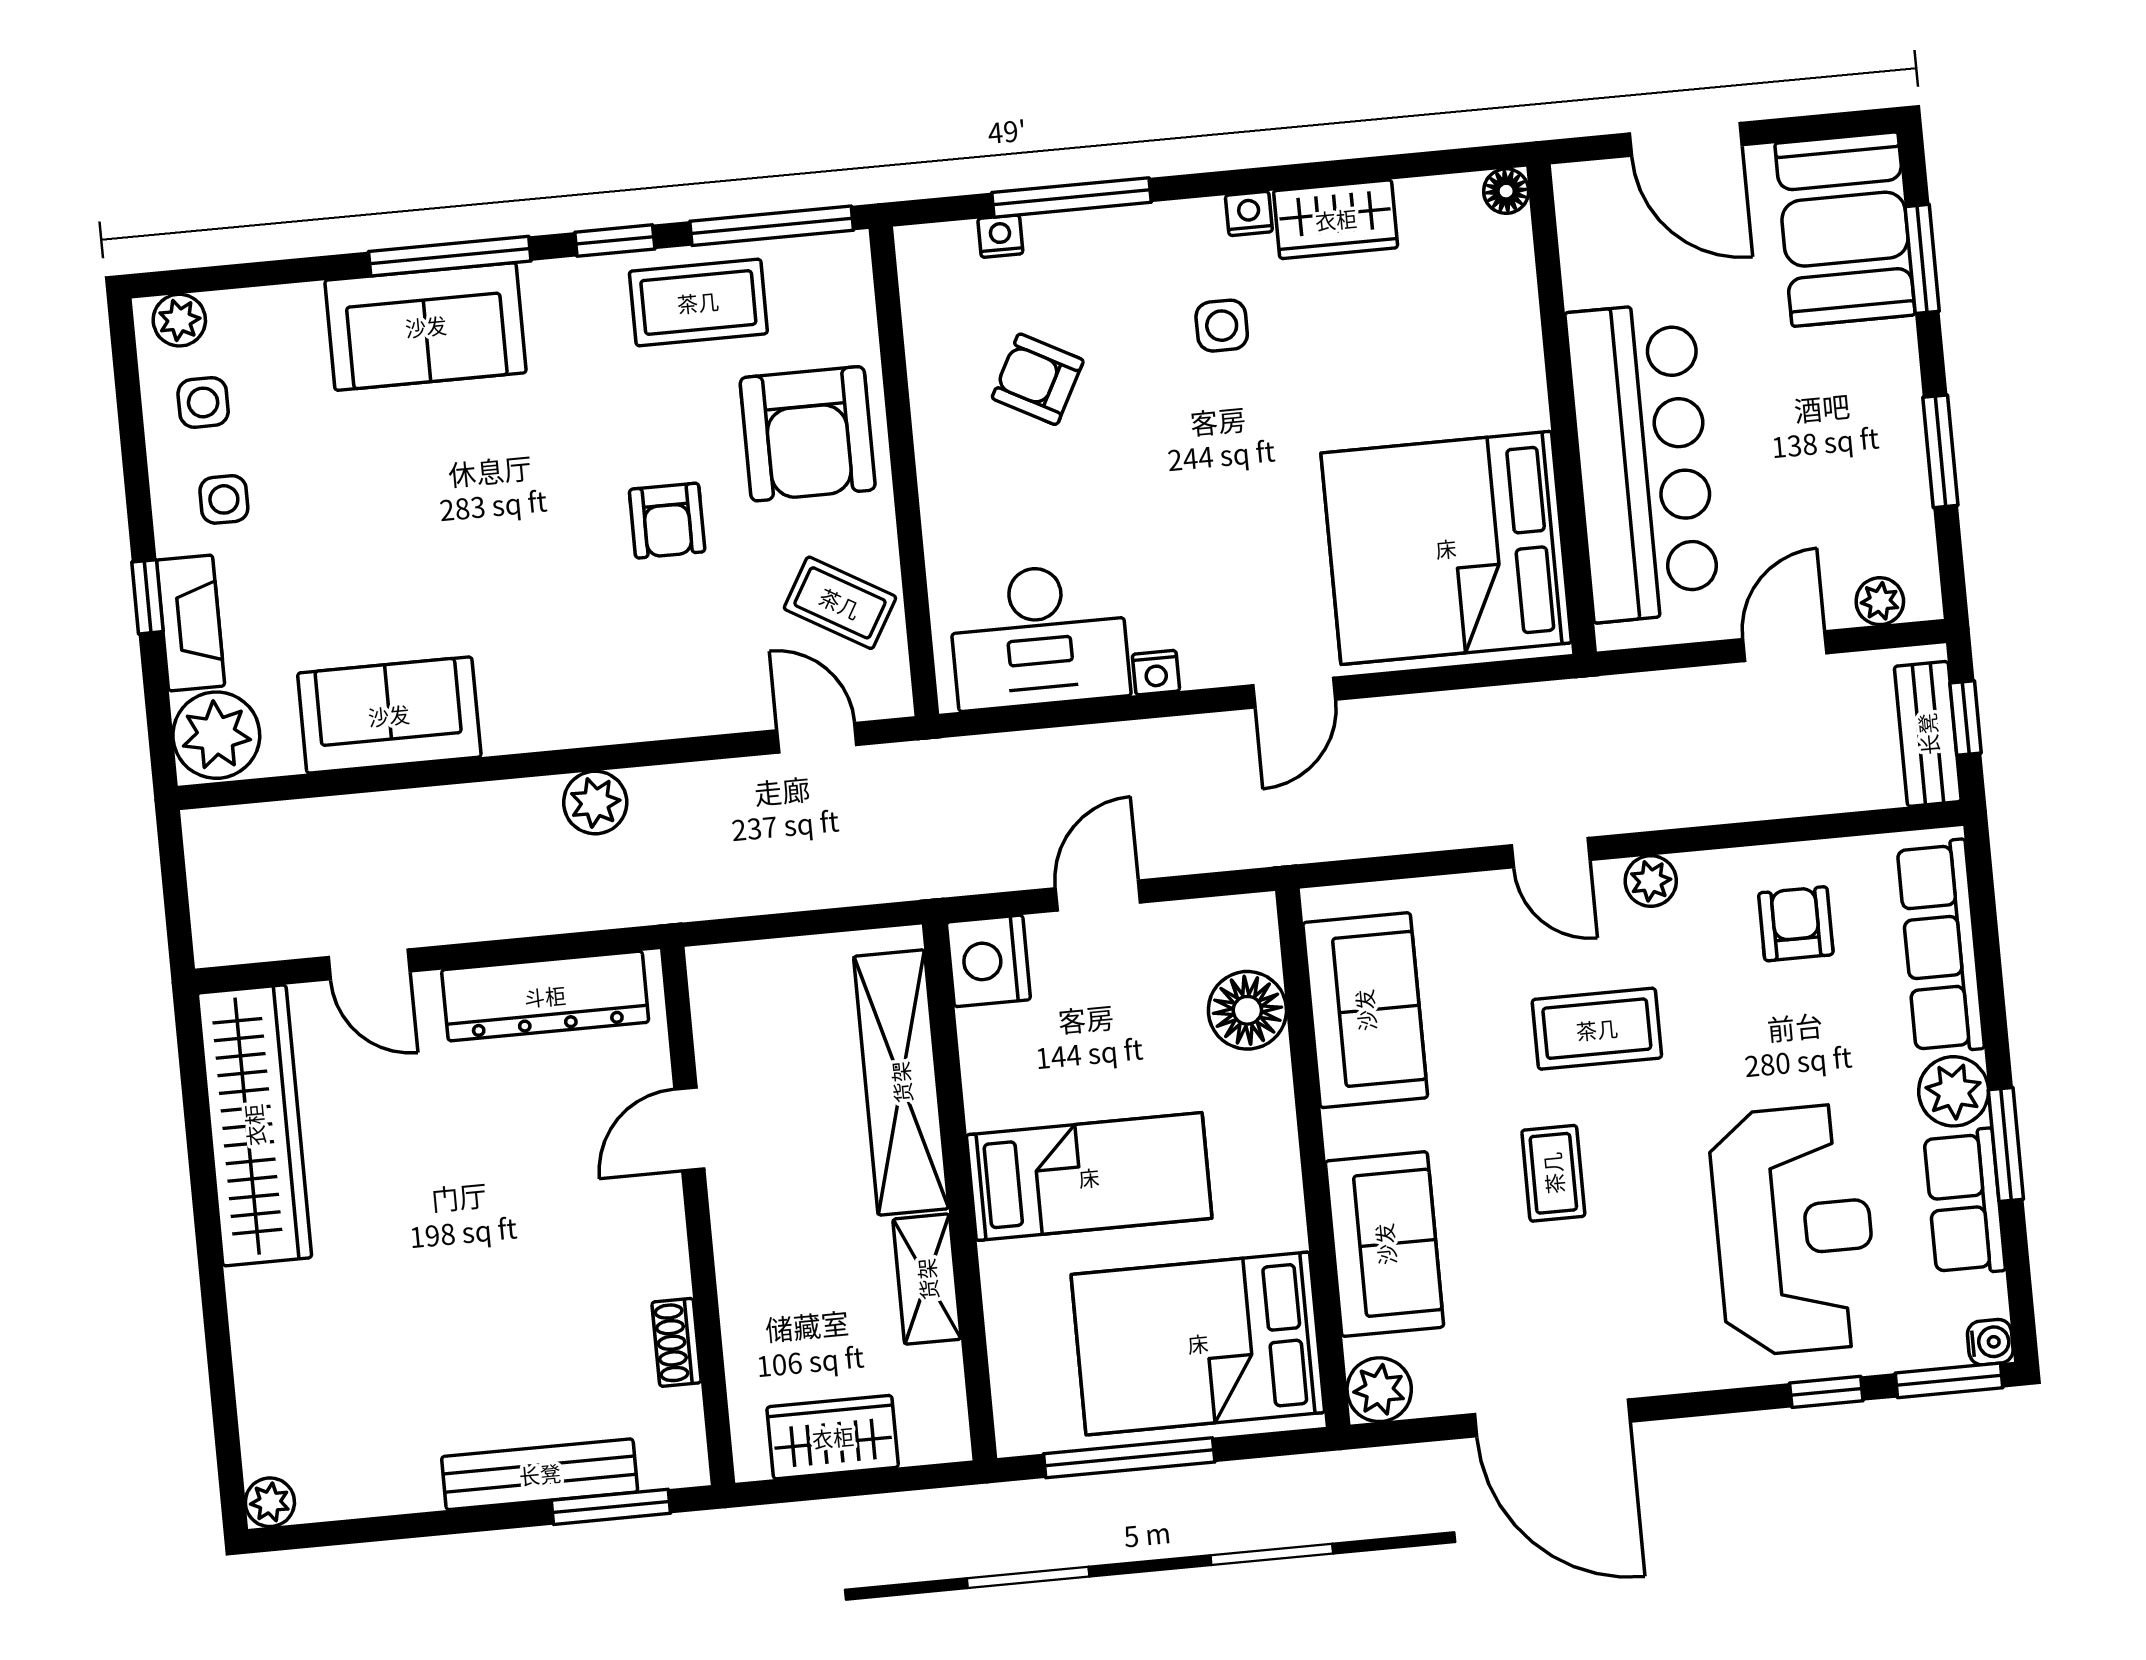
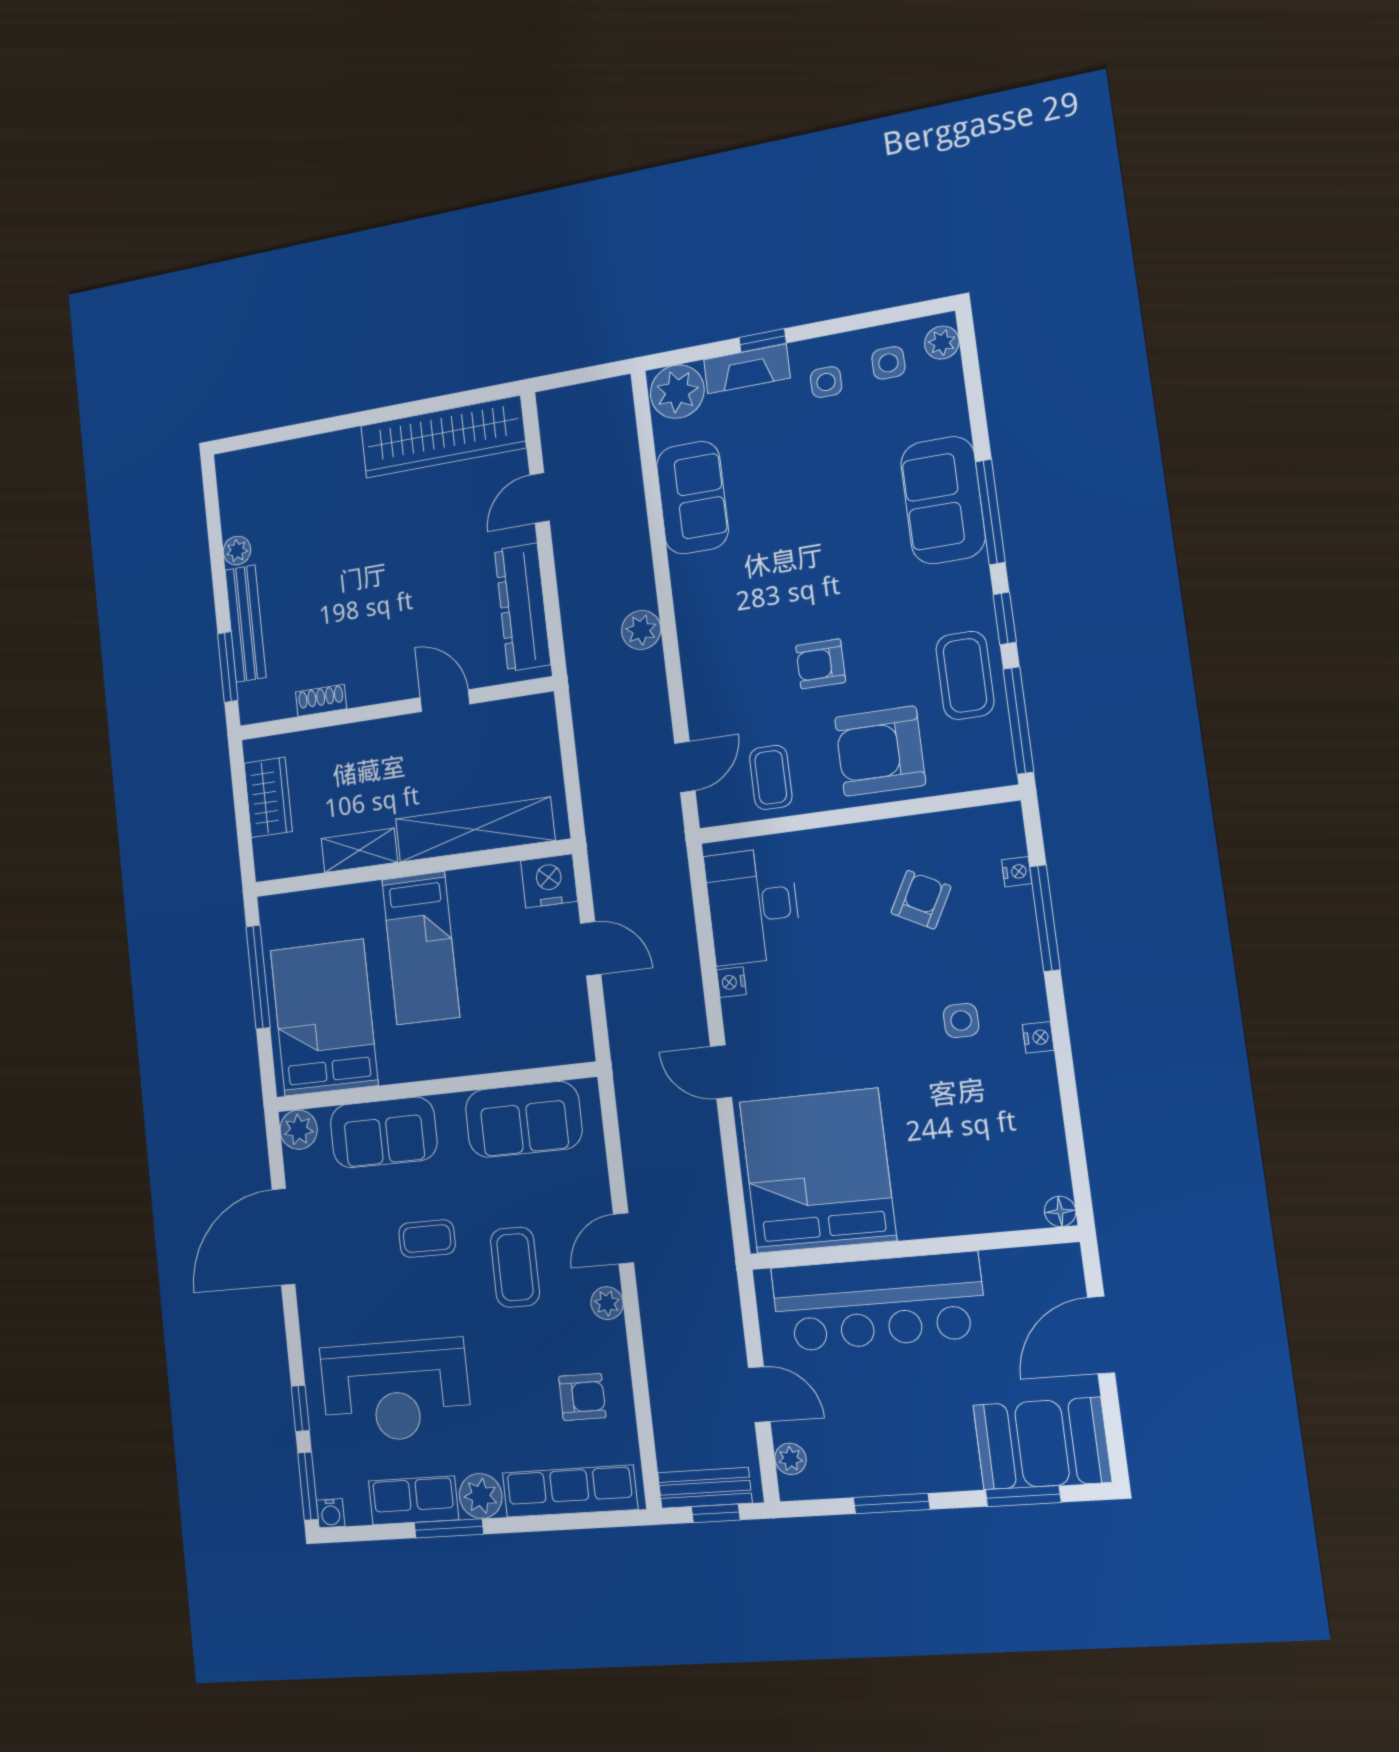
wardrobe: (1336, 219) -> (1036, 1096), removed
coffee table: (840, 603) -> (771, 777), turned -30
floor lamp: (1247, 1010) -> (522, 1045), removed
plant: (270, 1502) -> (237, 551), moved

